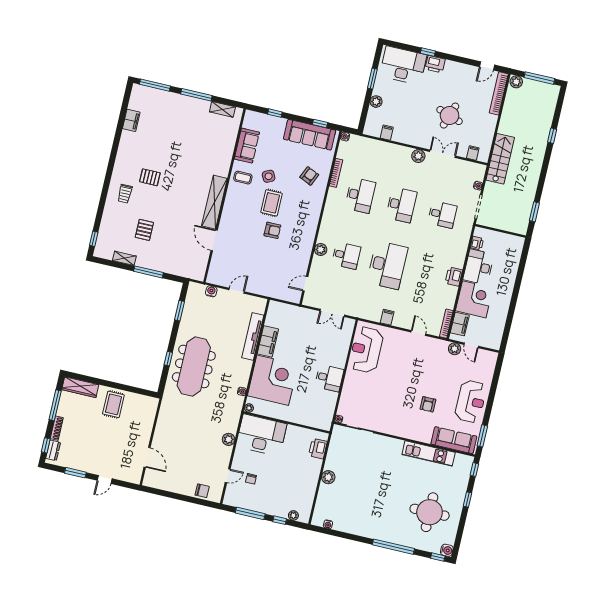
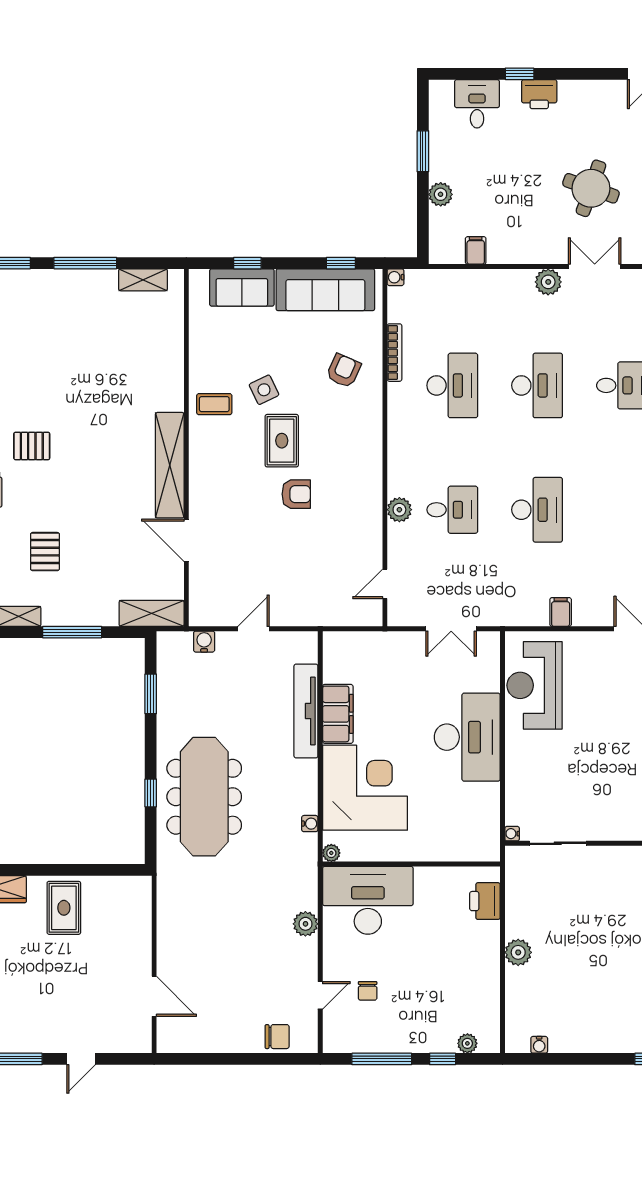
desk: (403, 65) -> (477, 104), width x0.53, depth x0.77
sofa: (247, 146) -> (242, 287), moved, turned 90
desk: (387, 265) -> (537, 510), width x0.73, depth x0.77
shelving: (189, 272) -> (152, 613), added
desk: (329, 378) -> (467, 737), width x1.87, depth x1.30

